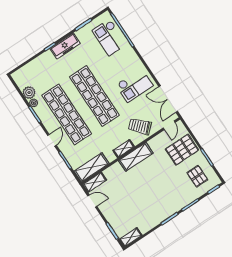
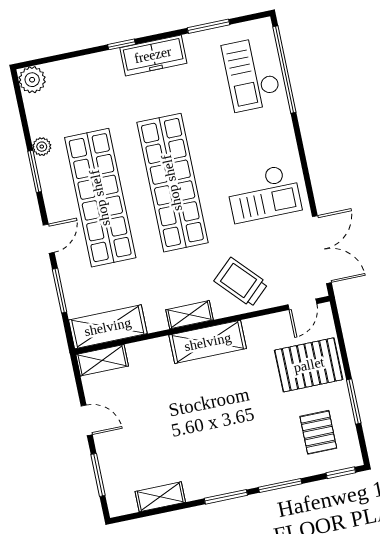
plant: (29, 93) -> (32, 80), moved
double door: (168, 99) -> (322, 250), swing flipped
door: (92, 201) -> (87, 420), moved
shelving: (131, 237) -> (160, 497), moved

